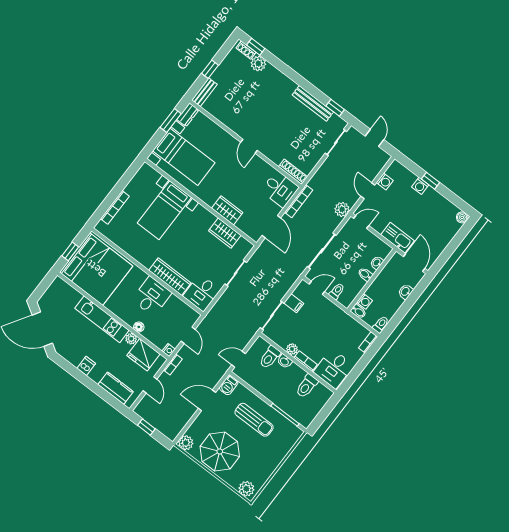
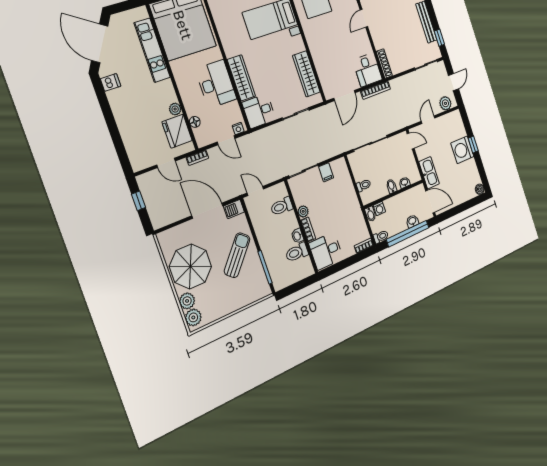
washing machine: (385, 182) -> (443, 121), removed
washing machine: (420, 186) -> (462, 150), width x1.89, depth x1.89
plant: (342, 209) -> (445, 103), moved
wardrobe: (227, 210) -> (319, 57), removed
wardrobe: (225, 233) -> (306, 74), width x1.50
door: (414, 263) -> (430, 202), hinge flipped
door: (317, 288) -> (351, 172), removed
desk: (152, 296) -> (216, 84), width x1.37
window: (407, 305) -> (408, 233), added
kitchen unit: (102, 319) -> (152, 50), moved
floor lamp: (139, 327) -> (195, 122), moved
door: (188, 335) -> (226, 140), hinge flipped
nightstand: (169, 350) -> (238, 129), moved
washbasin: (285, 361) -> (297, 236), moved
dishwasher: (86, 366) -> (111, 82), moved
door: (150, 385) -> (166, 163), hinge flipped
kitchen counter: (116, 388) -> (133, 145), removed
door: (207, 400) -> (207, 211), width x1.36
sun lounger: (254, 420) -> (237, 255), turned -139
plant: (186, 443) -> (187, 301), moved

